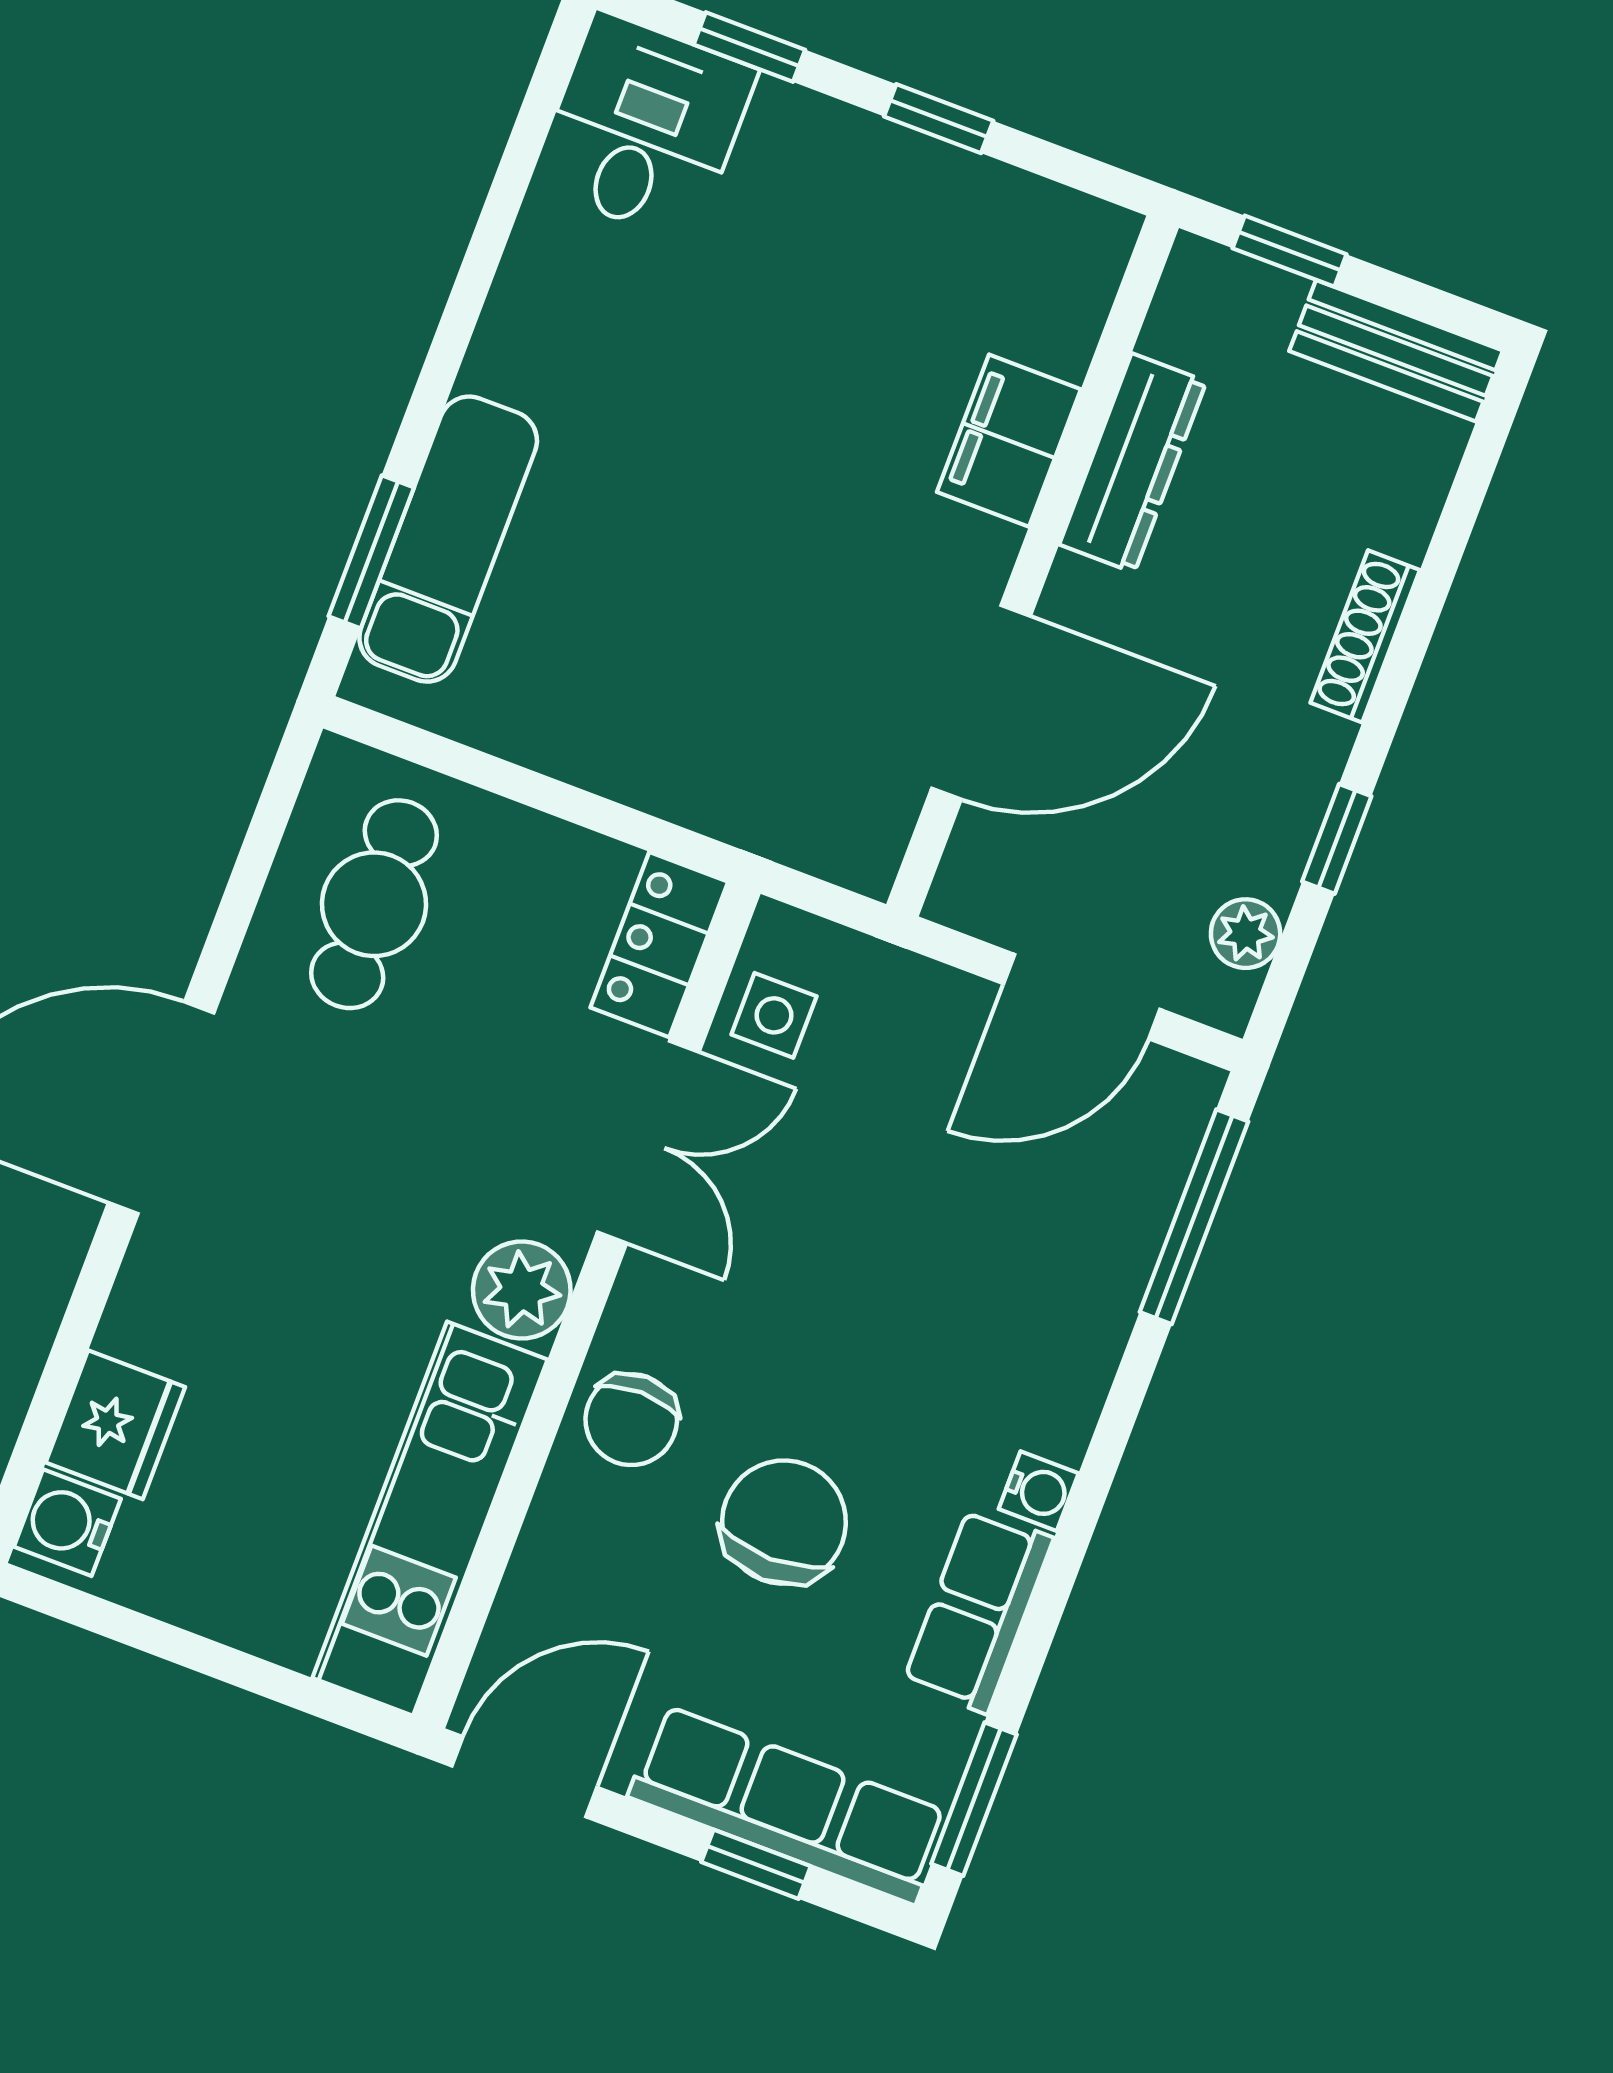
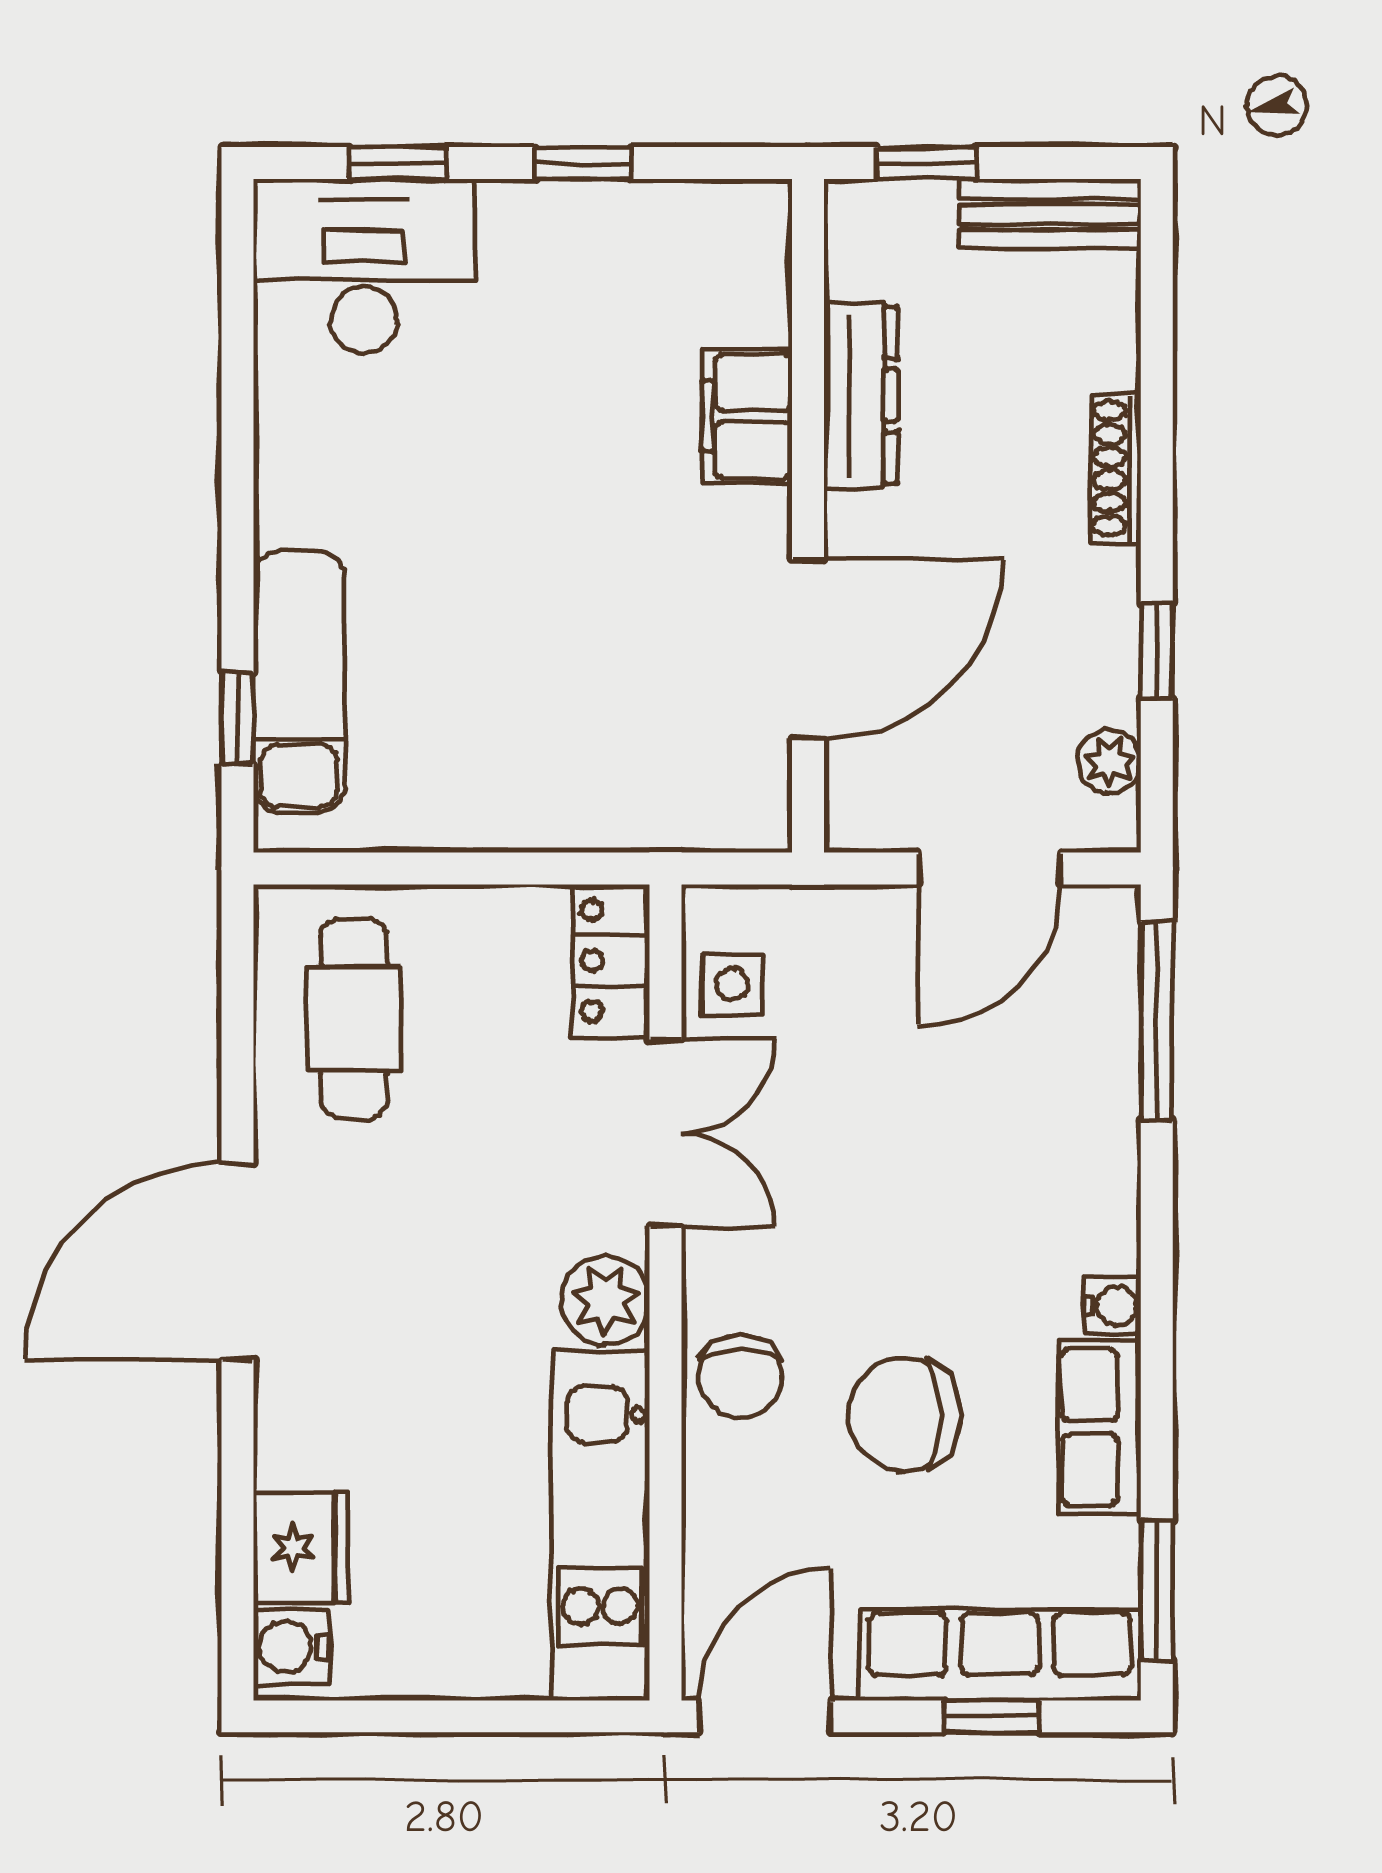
desk: (644, 127) -> (364, 266), width x1.37
window: (371, 552) -> (237, 718), width x0.67
chair: (784, 1522) -> (905, 1415), turned -90

